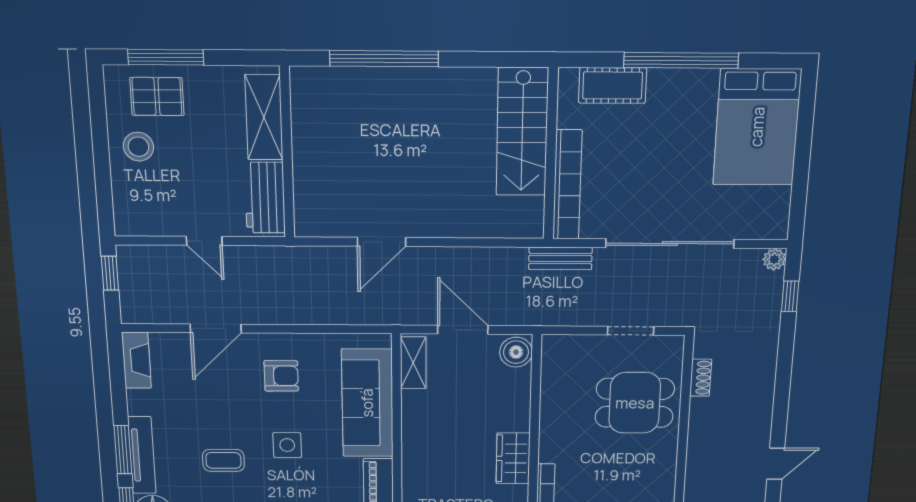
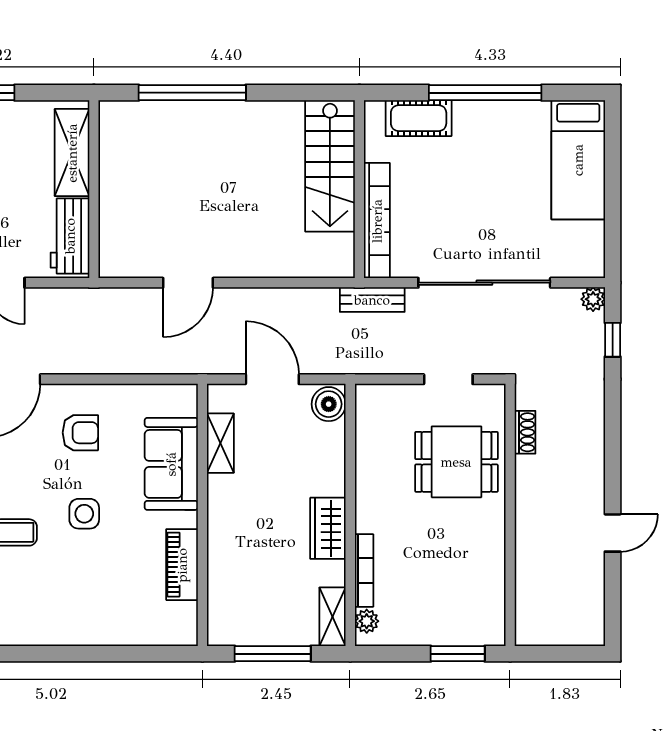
bed: (757, 127) -> (578, 160), width x0.67
shelving: (413, 363) -> (220, 443), moved
sofa: (367, 403) -> (171, 464), width x0.73

